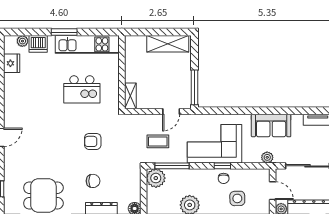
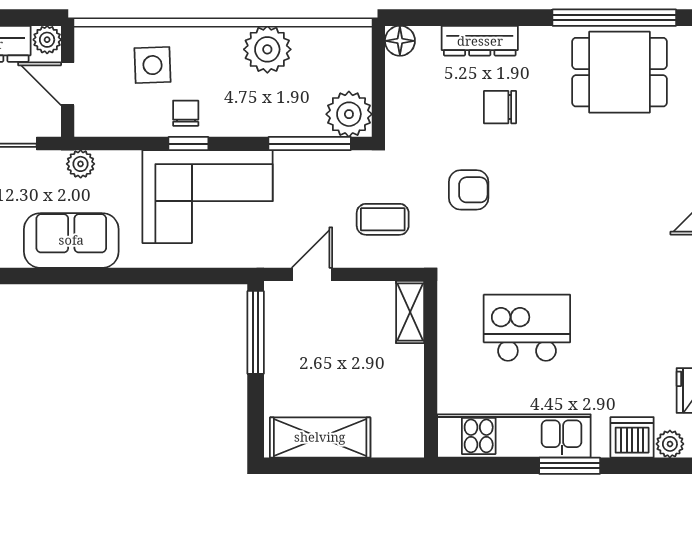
armchair: (93, 141) -> (469, 190), moved
coffee table: (158, 141) -> (383, 219), moved

